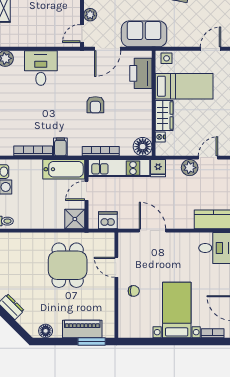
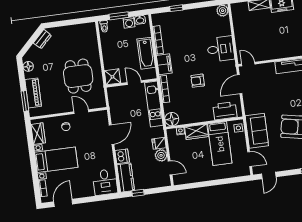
plant: (90, 15) -> (263, 68), removed
sofa: (144, 34) -> (257, 131), moved
door: (108, 49) -> (240, 84), hinge flipped
desk: (41, 68) -> (221, 49), moved
filing cabinet: (60, 147) -> (164, 64), width x2.00
fridge: (158, 168) -> (159, 143), moved
bathtub: (64, 169) -> (146, 53), moved
dishwasher: (108, 220) -> (122, 156), moved
dining table: (68, 265) -> (78, 76), turned 90
door: (116, 267) -> (81, 112), hinge flipped
wardrobe: (138, 330) -> (38, 134), added

